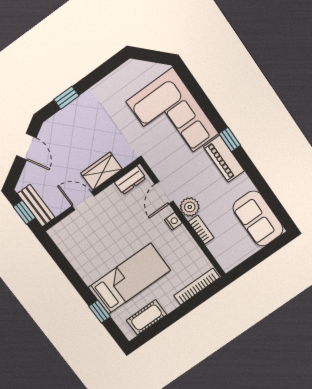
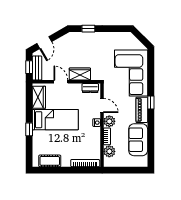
door: (26, 147) -> (44, 43), moved
door: (164, 193) -> (102, 106), swing flipped
sofa: (258, 219) -> (138, 140), moved
wardrobe: (69, 244) -> (39, 97), added
plant: (219, 248) -> (109, 151), added
bed: (129, 279) -> (55, 120), moved
window: (100, 311) -> (29, 129), moved

